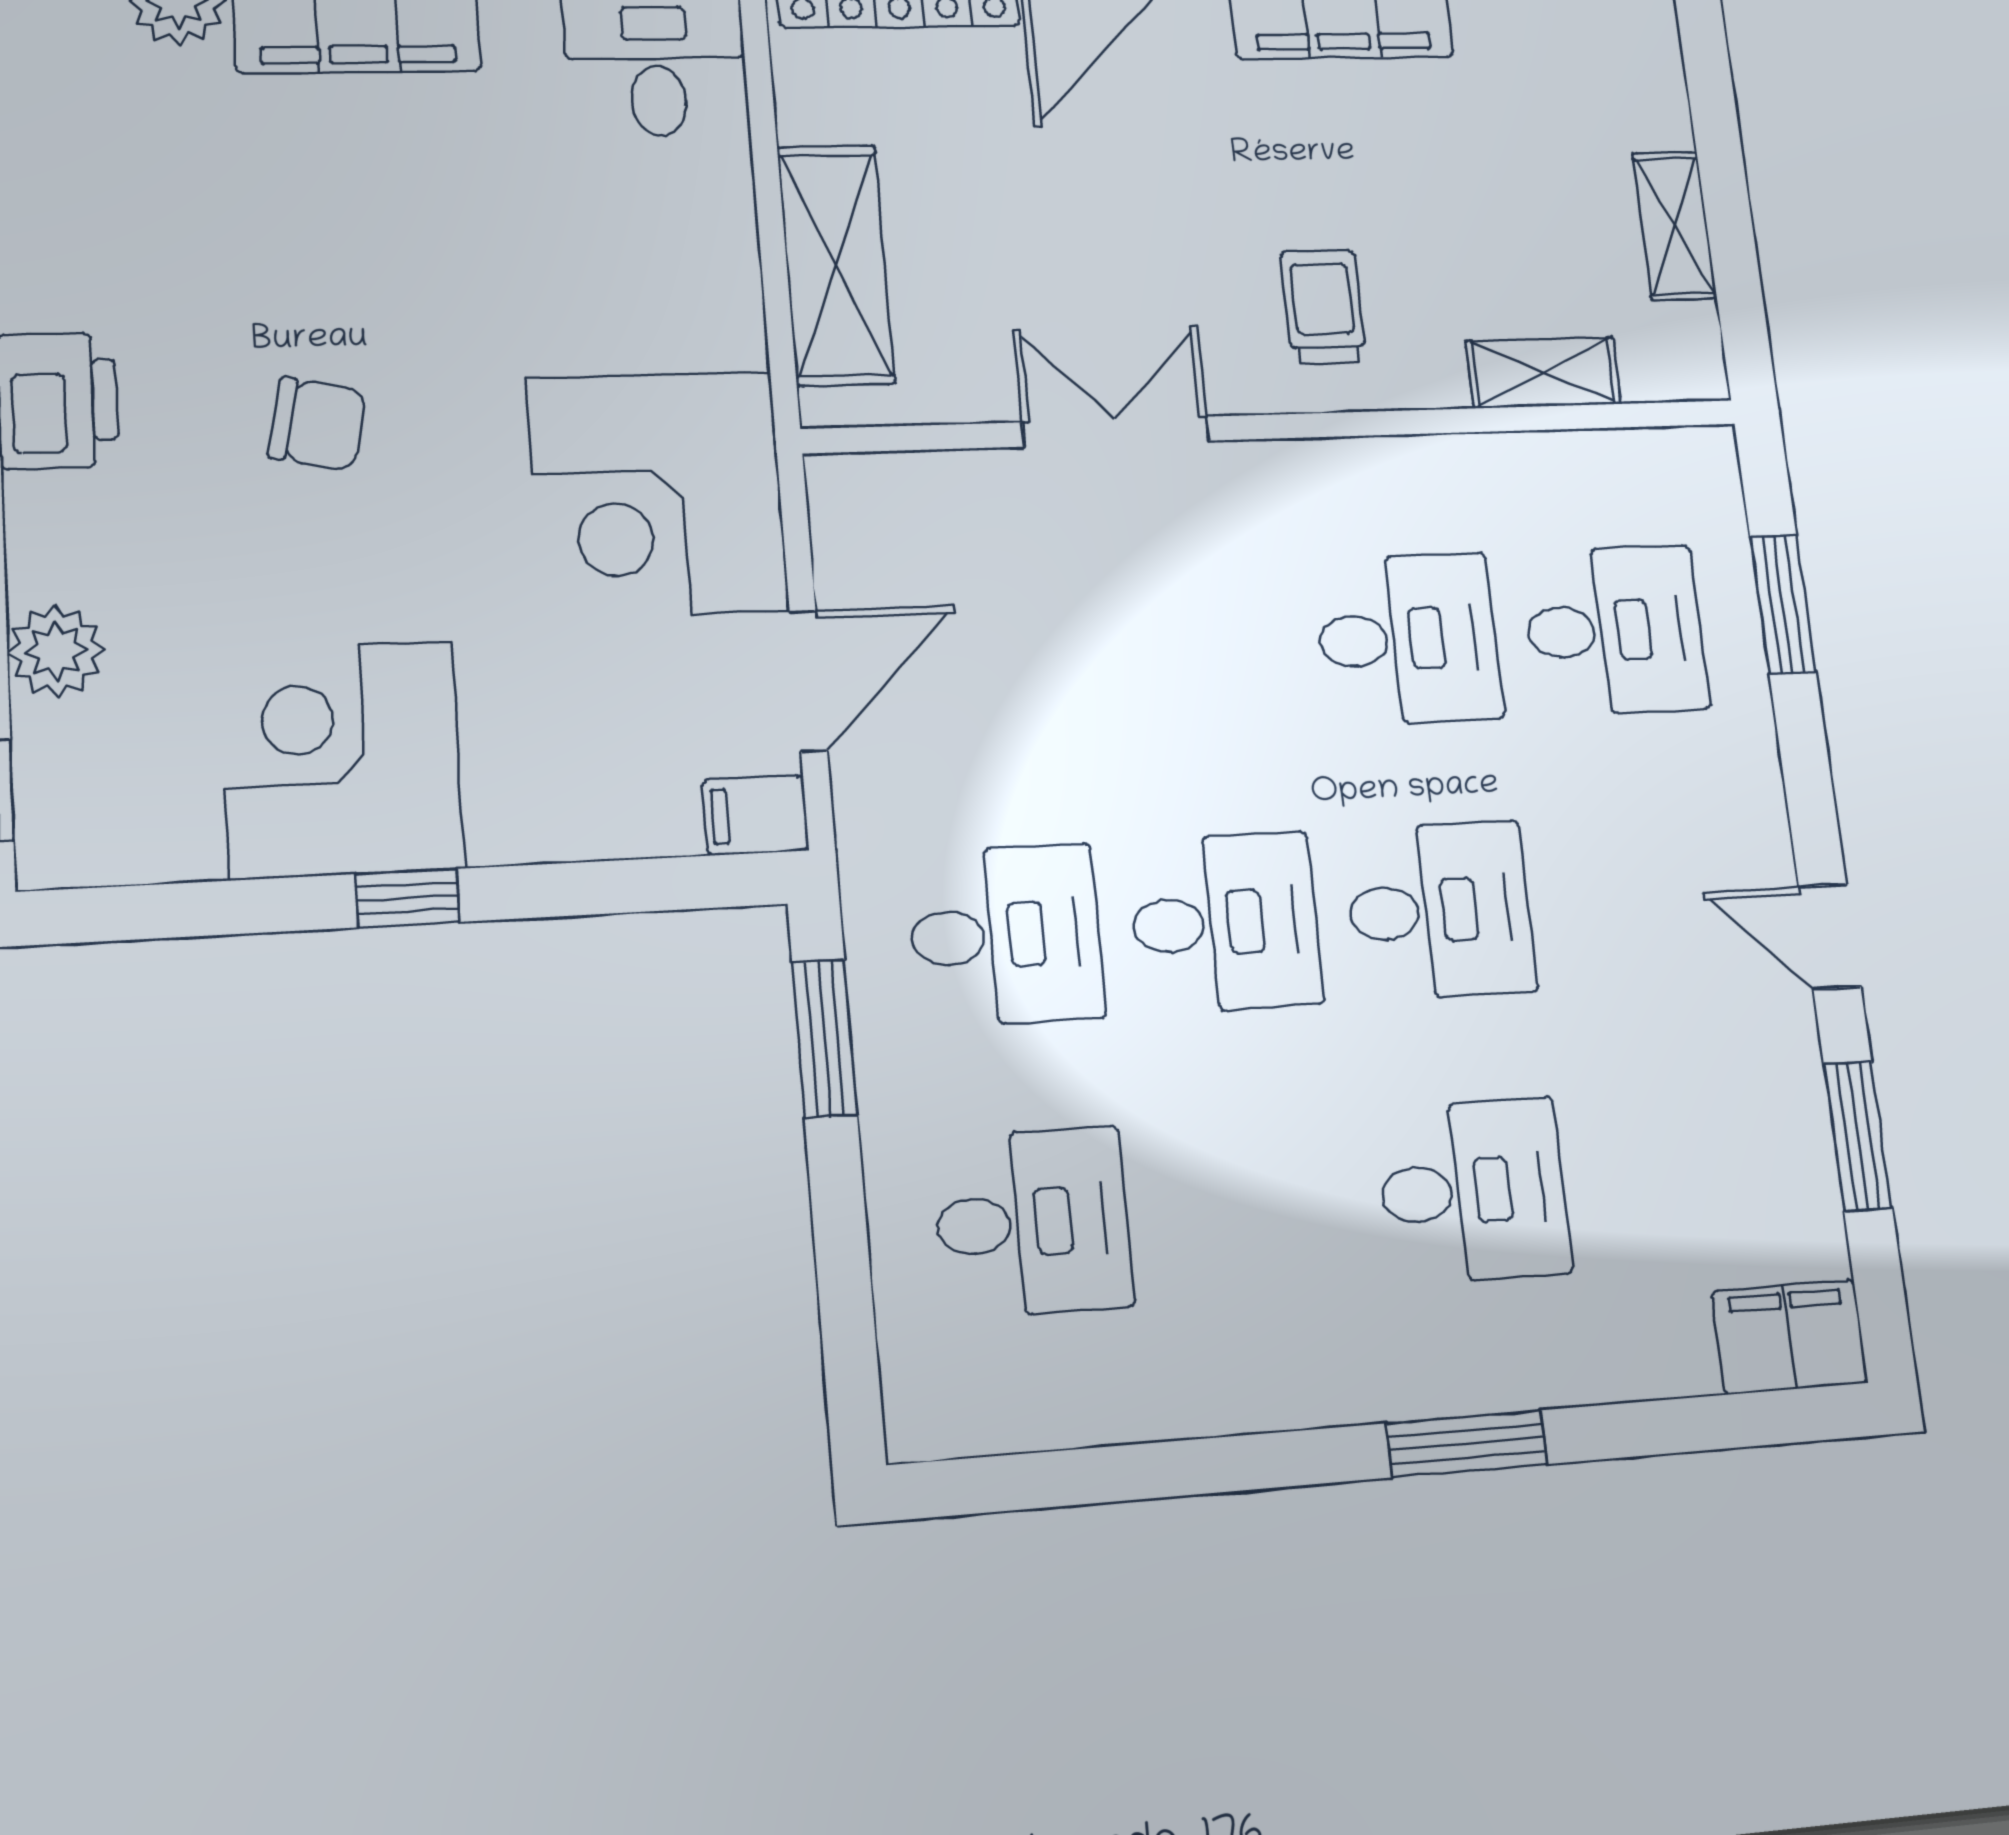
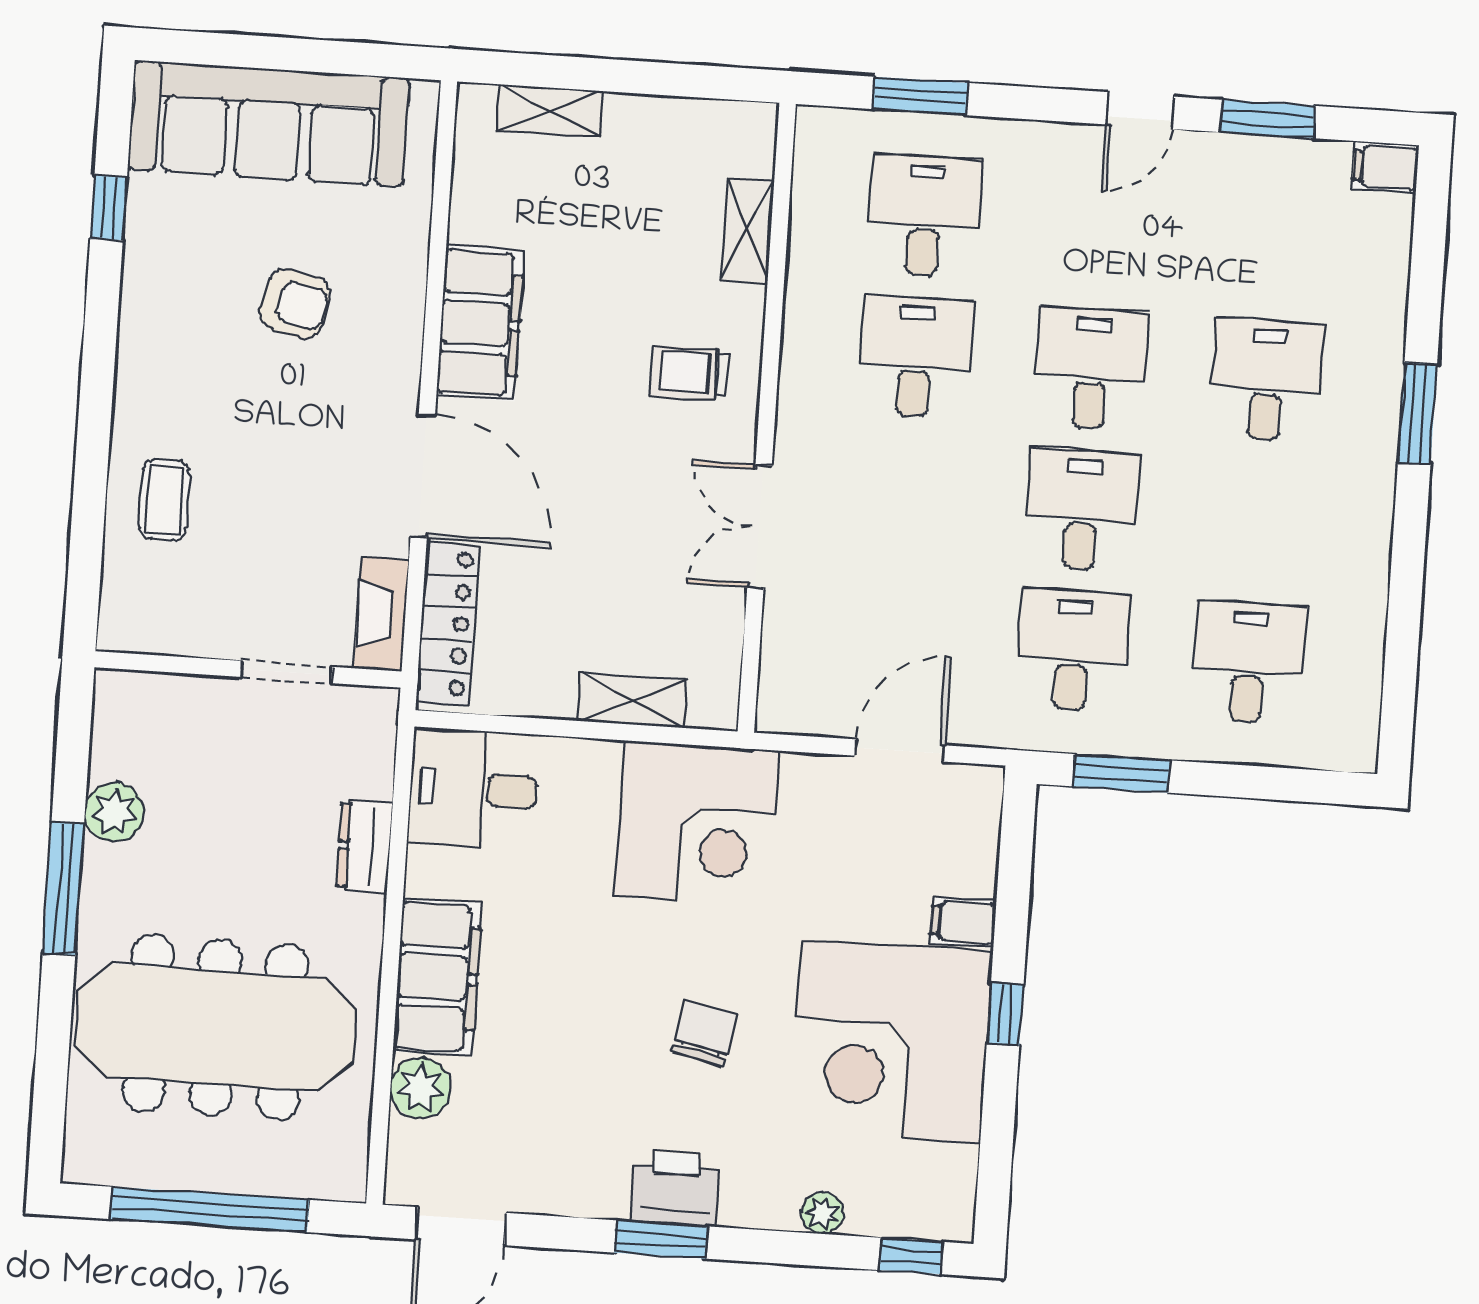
shelving: (1675, 226) -> (550, 111), moved
shelving: (836, 265) -> (631, 700), width x0.67, depth x0.75
corner desk: (658, 495) -> (697, 823), moved
plant: (56, 651) -> (823, 1213), width x0.73, depth x0.73
door: (808, 681) -> (900, 751), hinge flipped
corner desk: (342, 759) -> (891, 1042), width x1.36, depth x1.36
filing cabinet: (756, 815) -> (963, 922), moved, turned 90
filing cabinet: (1790, 1337) -> (1386, 167), width x0.50

